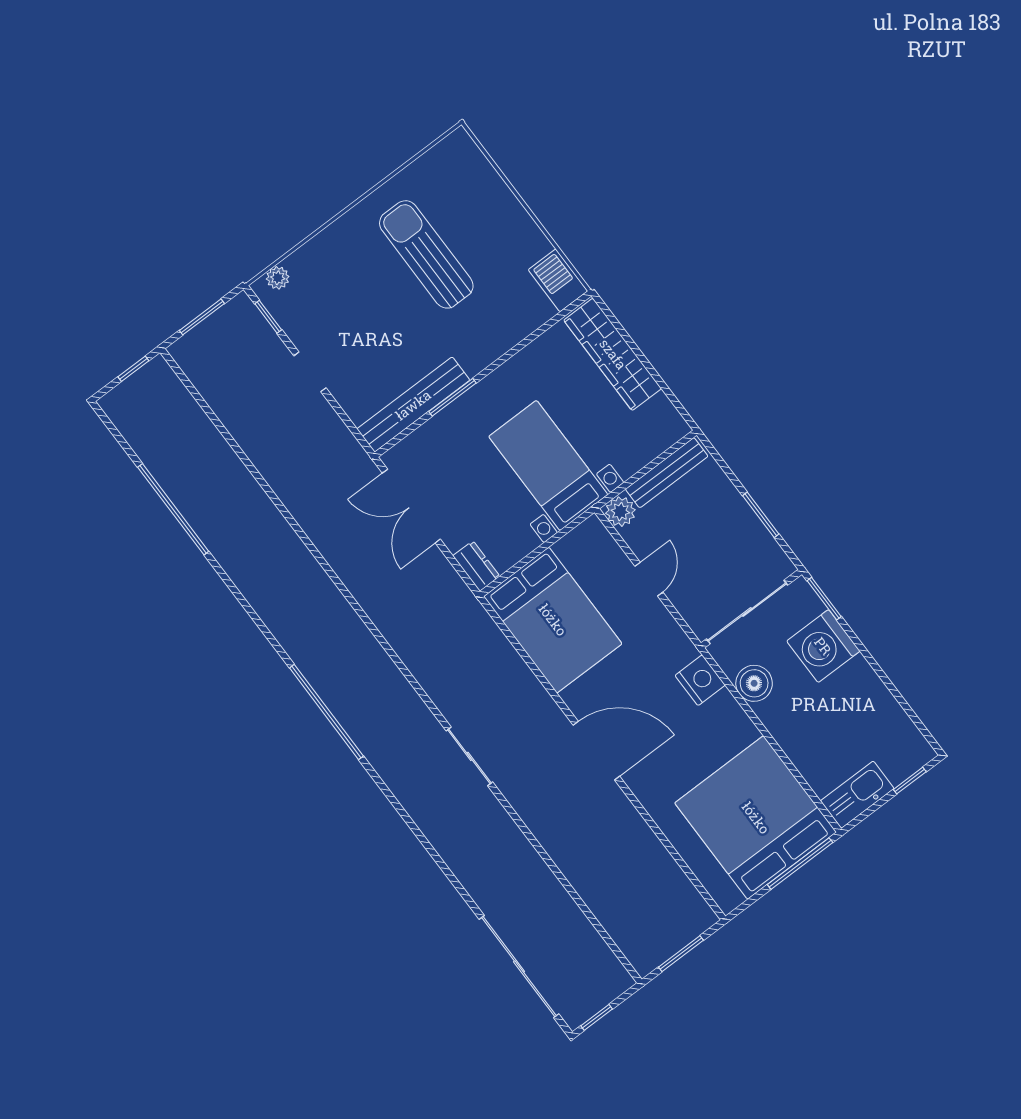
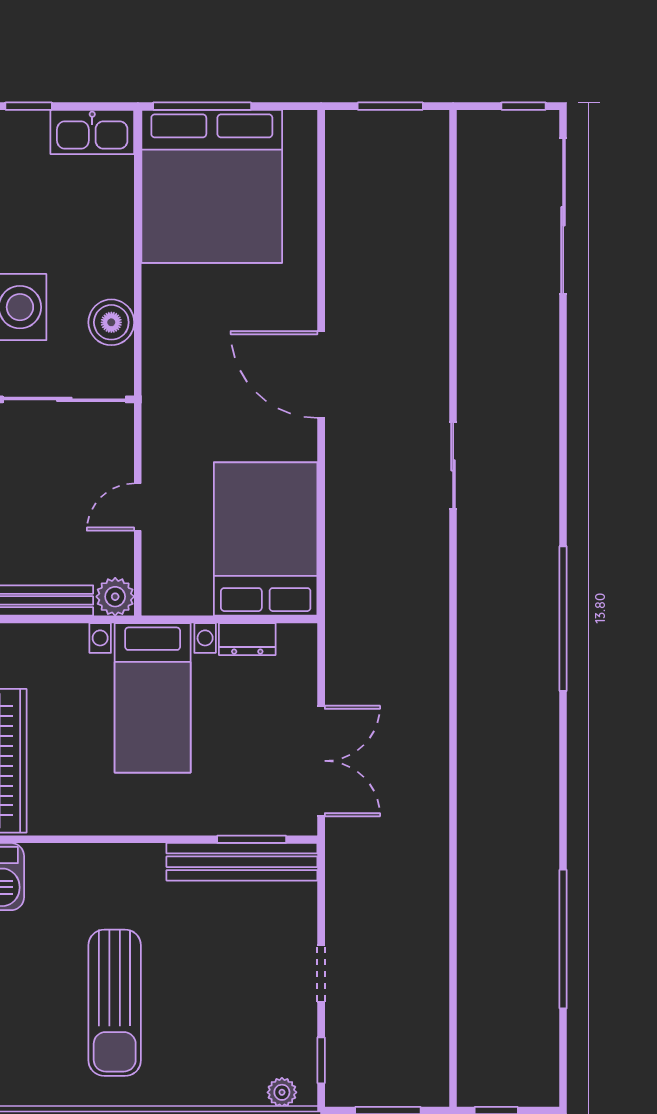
window: (453, 397) -> (252, 839), moved
dresser: (476, 566) -> (247, 639), moved, turned -90
nightstand: (700, 680) -> (163, 366), removed

